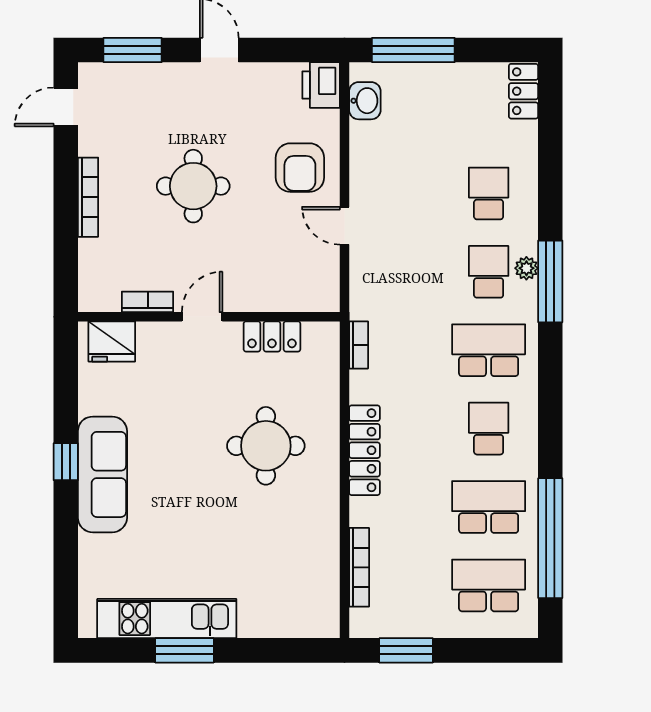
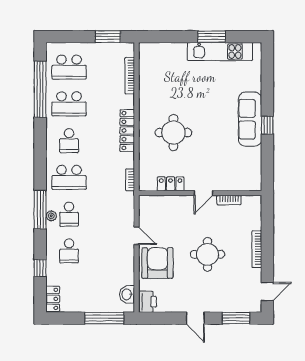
window: (550, 157) -> (40, 268), added
armchair: (300, 168) -> (157, 263), width x1.36, depth x1.36
fridge: (112, 341) -> (246, 182), removed

